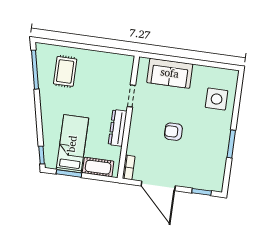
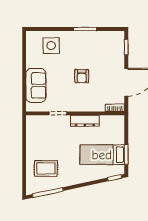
cot: (98, 167) -> (118, 132), removed

